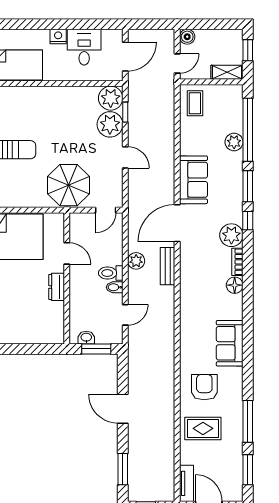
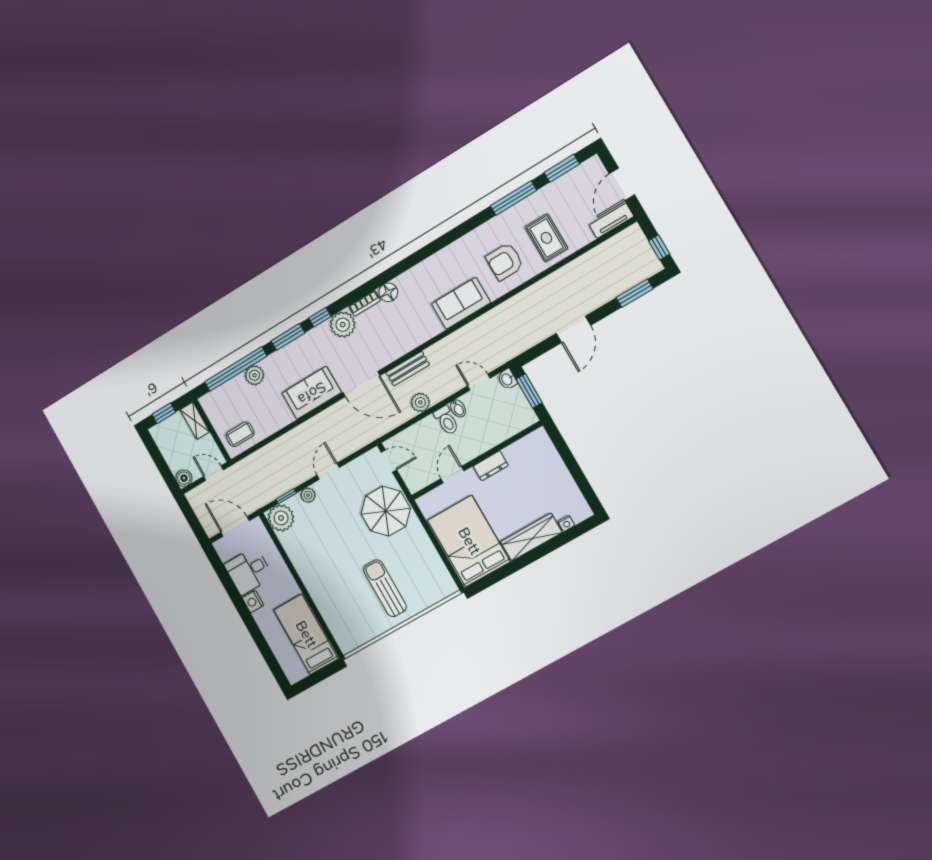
plant: (110, 124) -> (308, 495), width x0.53, depth x0.53
washbasin: (86, 338) -> (507, 379), moved
sofa: (230, 343) -> (461, 303), moved, turned 180

